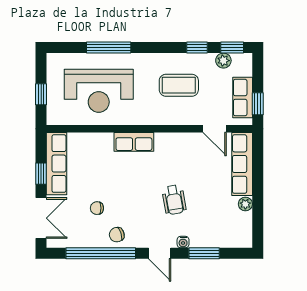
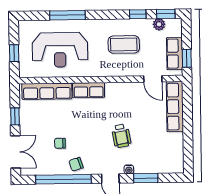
row of seats: (57, 164) -> (47, 91), moved, turned 90
plant: (245, 204) -> (178, 138), removed

